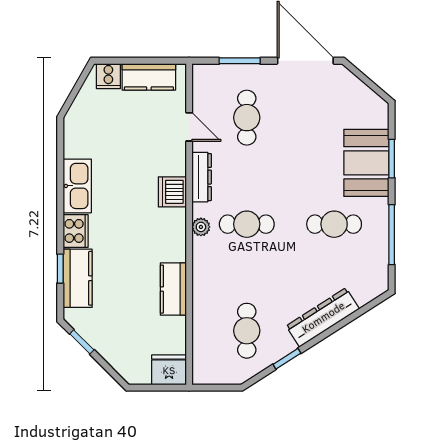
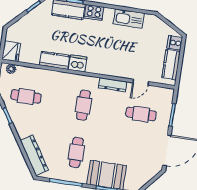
kitchen sink: (77, 186) -> (129, 19), moved
dishwasher: (172, 192) -> (78, 63), moved
plant: (201, 227) -> (11, 69), moved
dresser: (323, 317) -> (34, 155), moved

